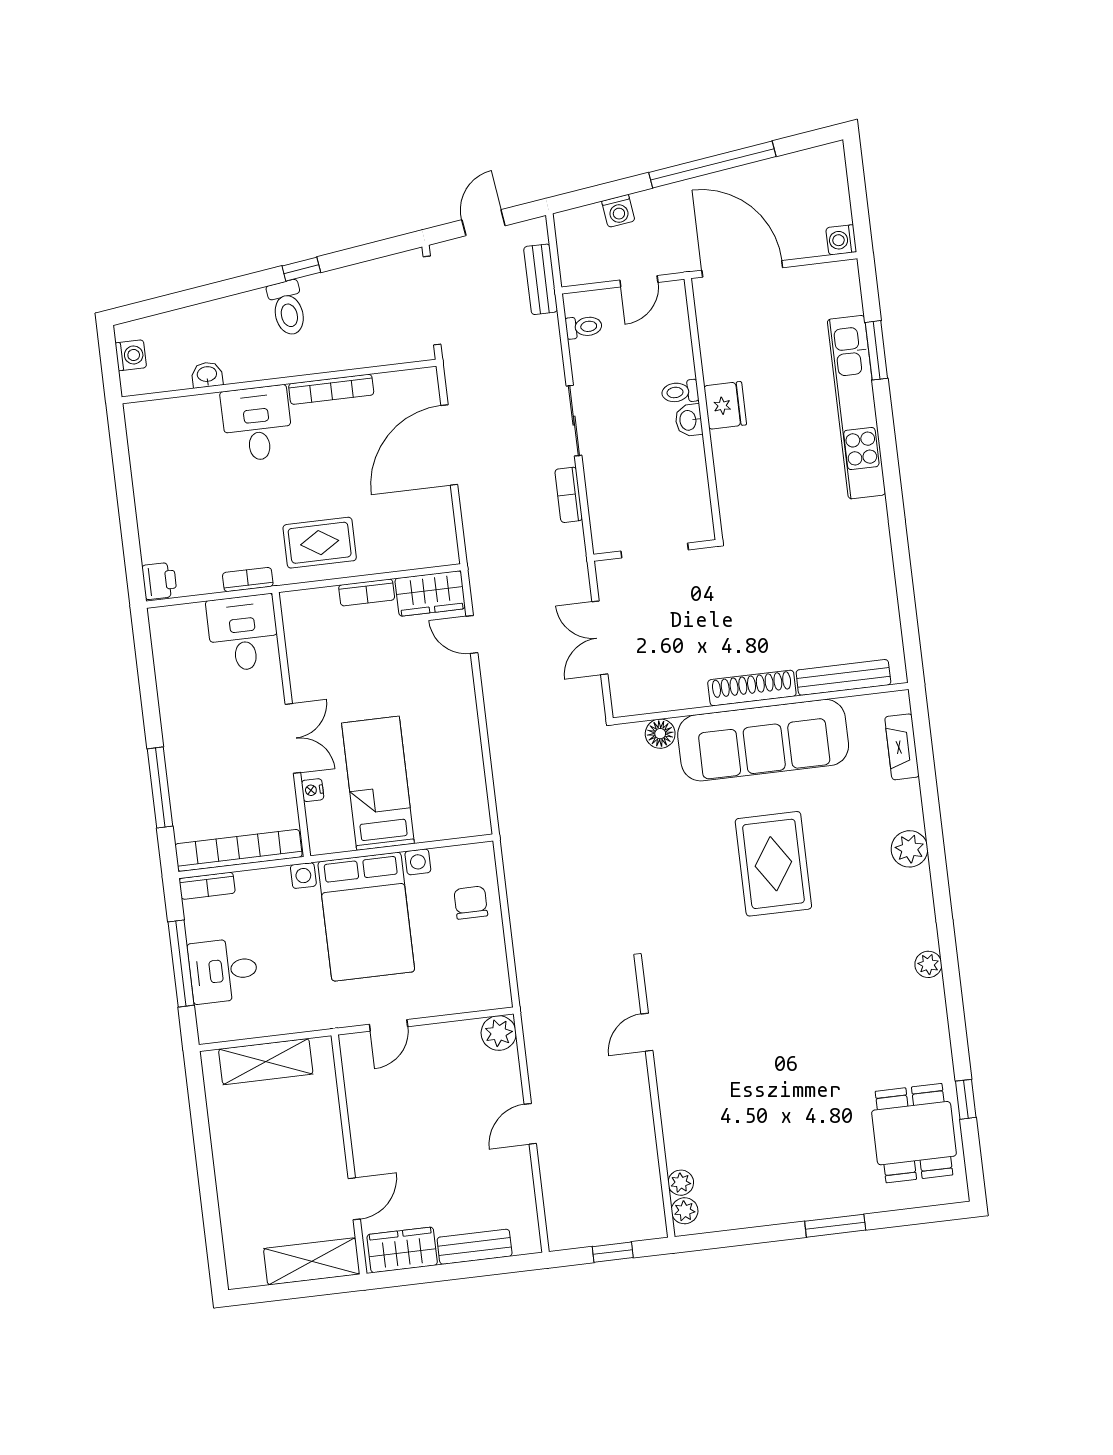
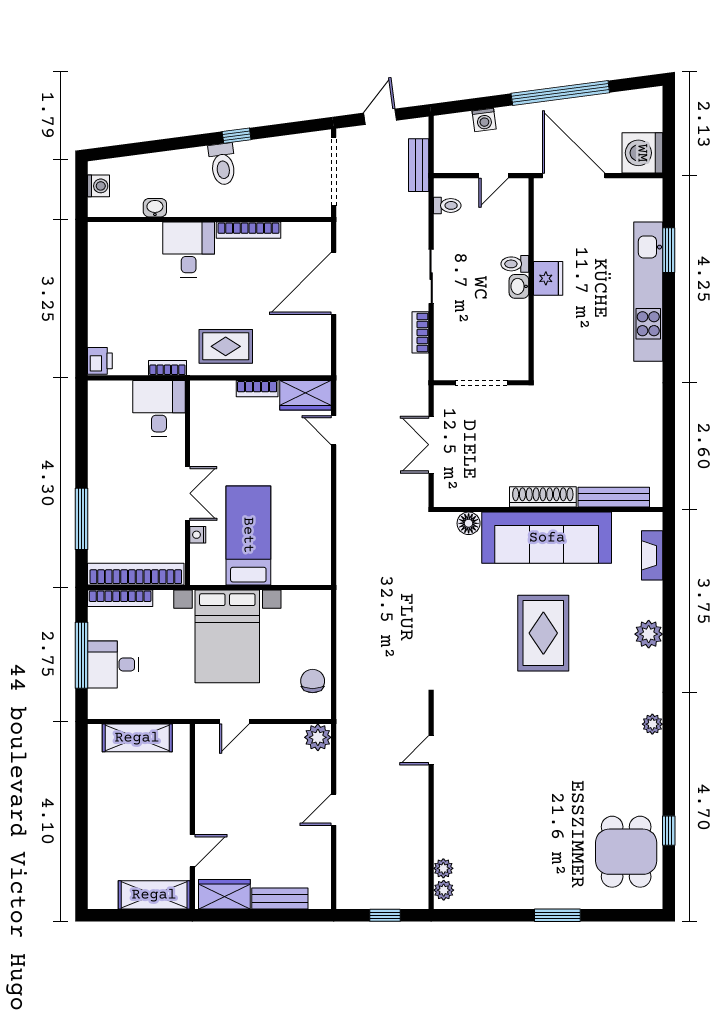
washing machine: (841, 240) -> (642, 153), width x1.89, depth x1.89
bookcase: (207, 886) -> (120, 598), width x1.56
chair: (471, 903) -> (313, 681), moved

